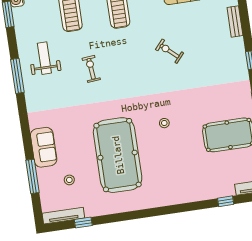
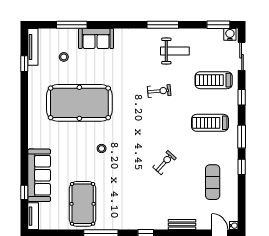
sofa: (204, 188) -> (39, 175), added

